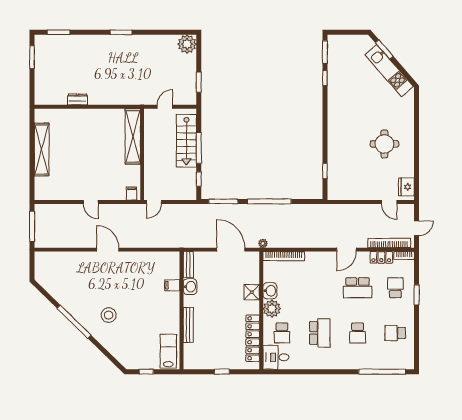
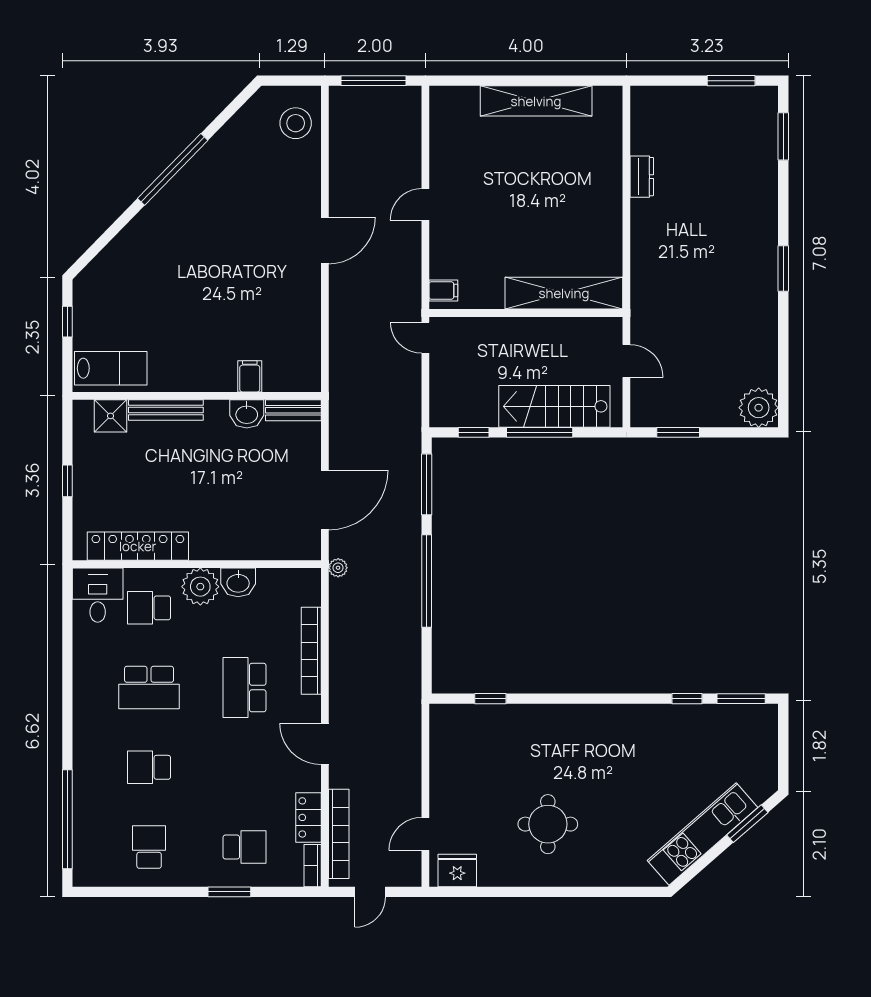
door: (417, 228) -> (370, 892), hinge flipped
bookcase: (284, 256) -> (311, 651), moved
school desk: (358, 288) -> (244, 688), moved
shower: (252, 292) -> (110, 416), moved
stool: (109, 315) -> (296, 123), moved

